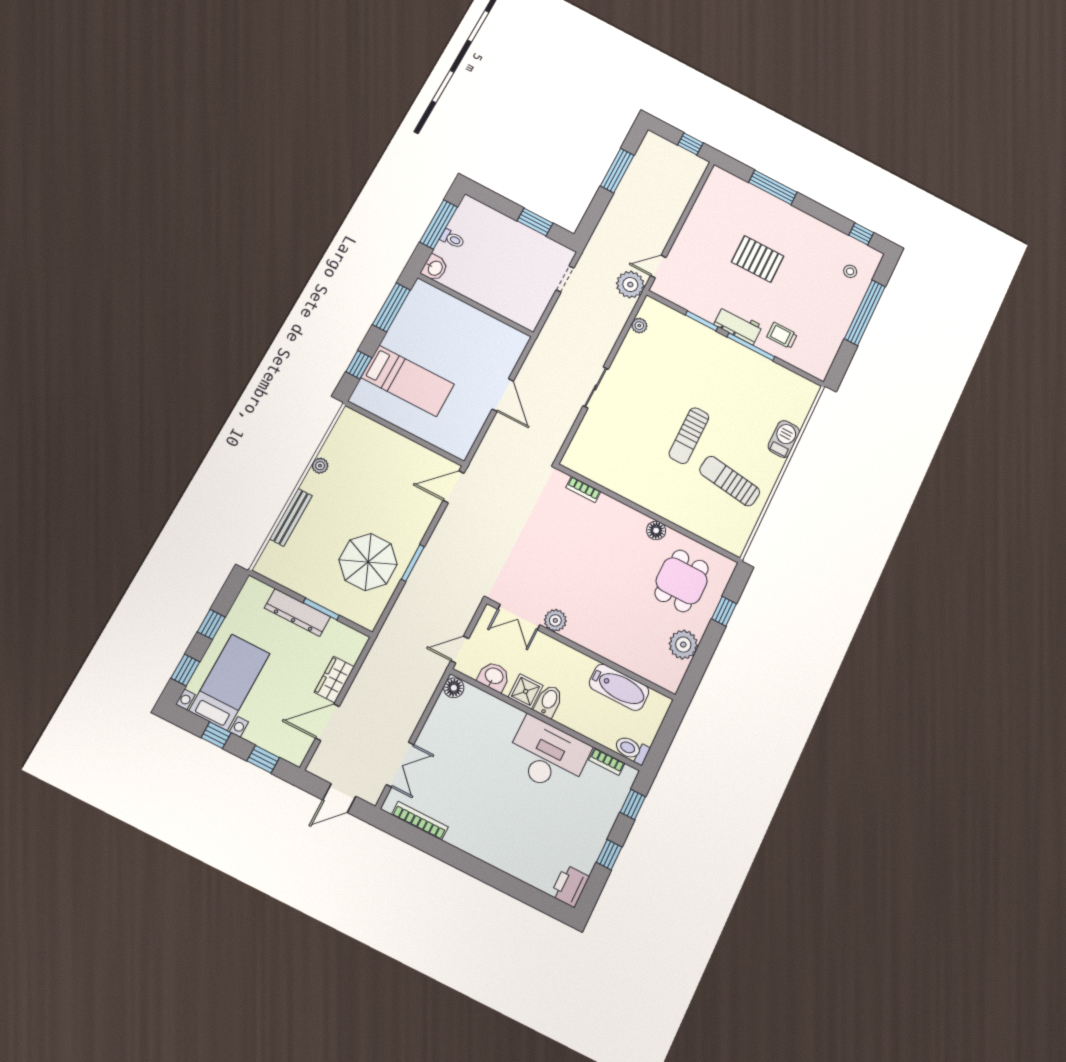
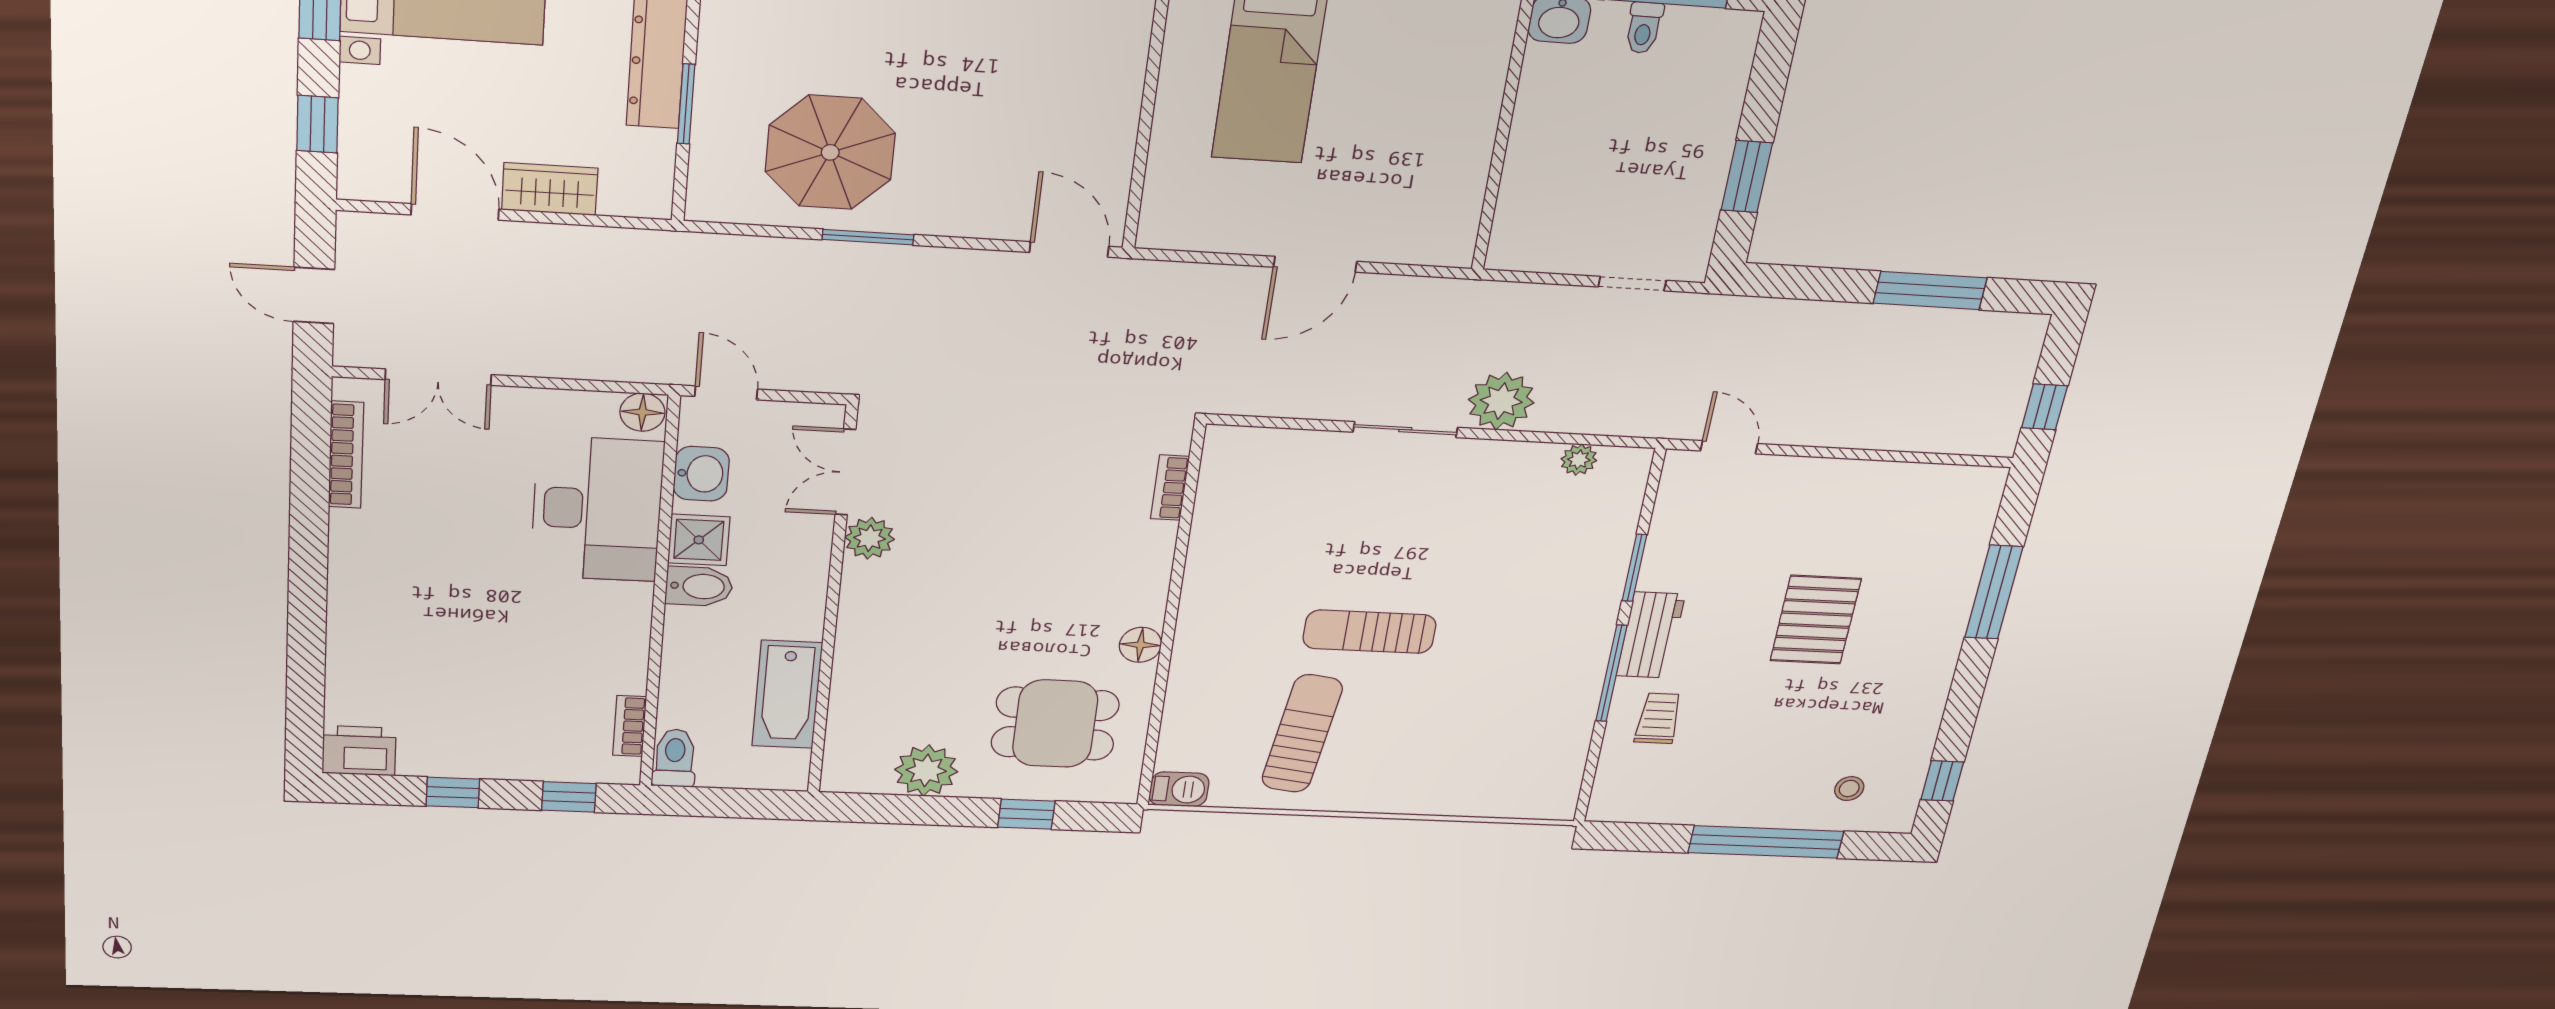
plant: (630, 285) -> (1501, 401), moved
barbecue: (784, 439) -> (1179, 789), moved, width x0.73, depth x0.79
desk: (548, 756) -> (597, 509), moved

